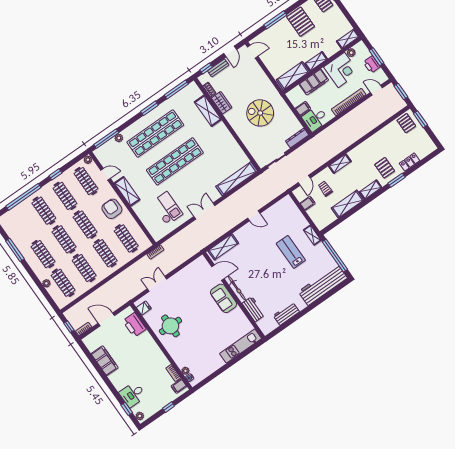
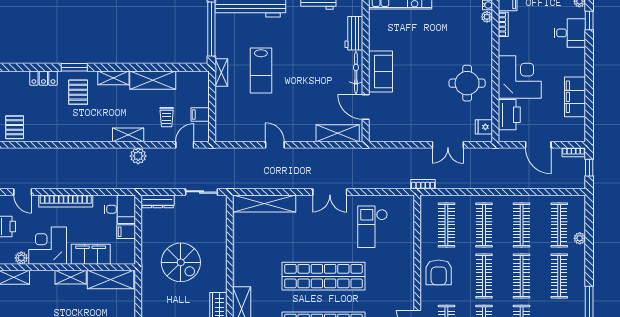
plant: (326, 156) -> (138, 156), added
shelving: (127, 191) -> (406, 280), removed
corner desk: (143, 350) -> (520, 77), added

